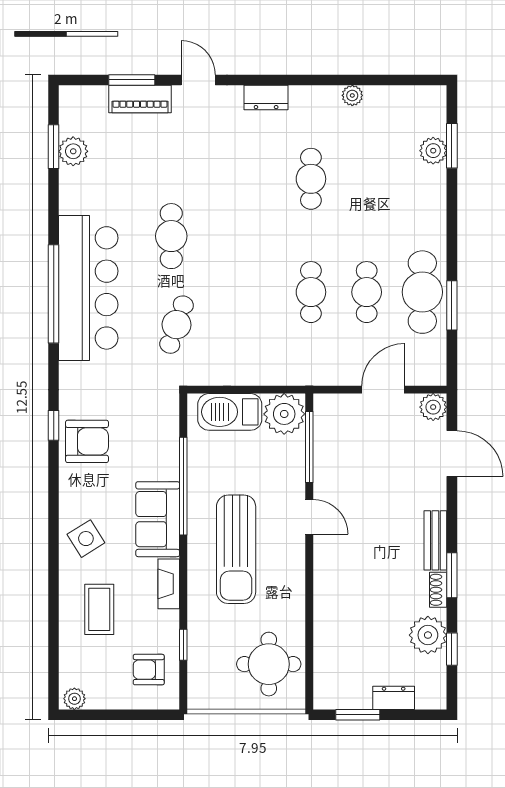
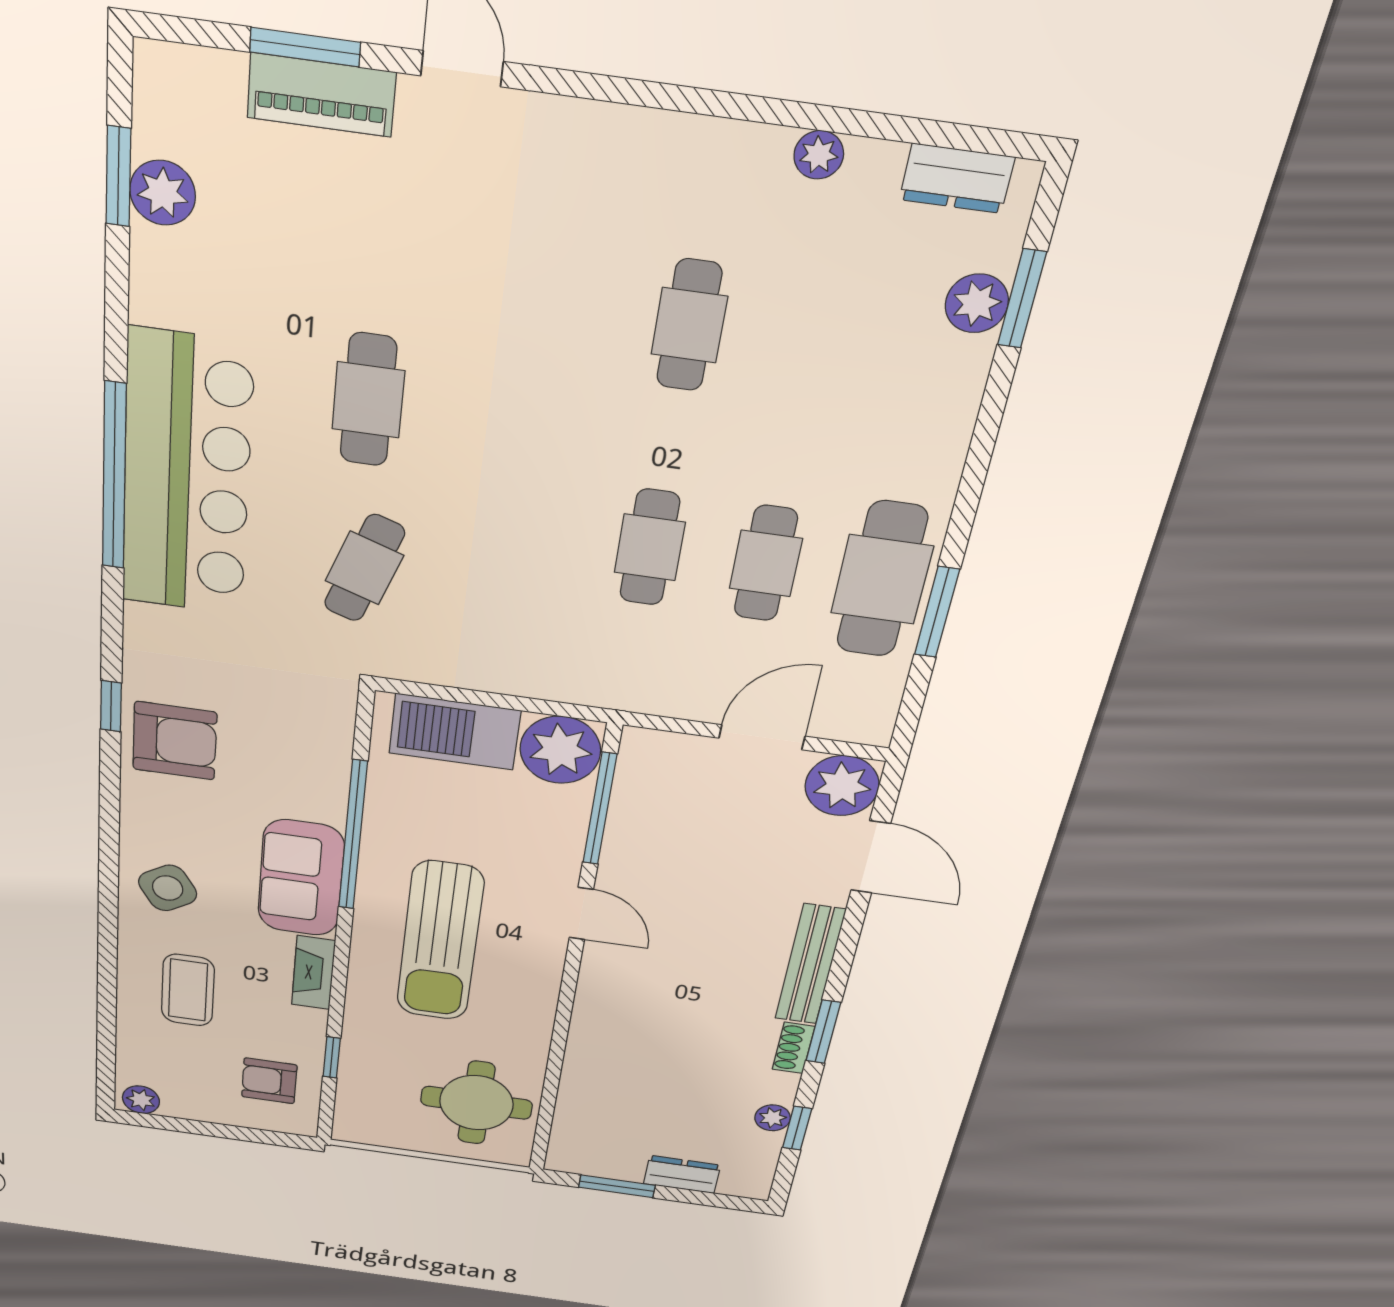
dresser: (266, 97) -> (957, 178), moved
plant: (433, 407) -> (842, 786), width x1.36, depth x1.36
bench: (435, 540) -> (810, 964), width x1.36
plant: (428, 635) -> (773, 1118), width x0.53, depth x0.53

